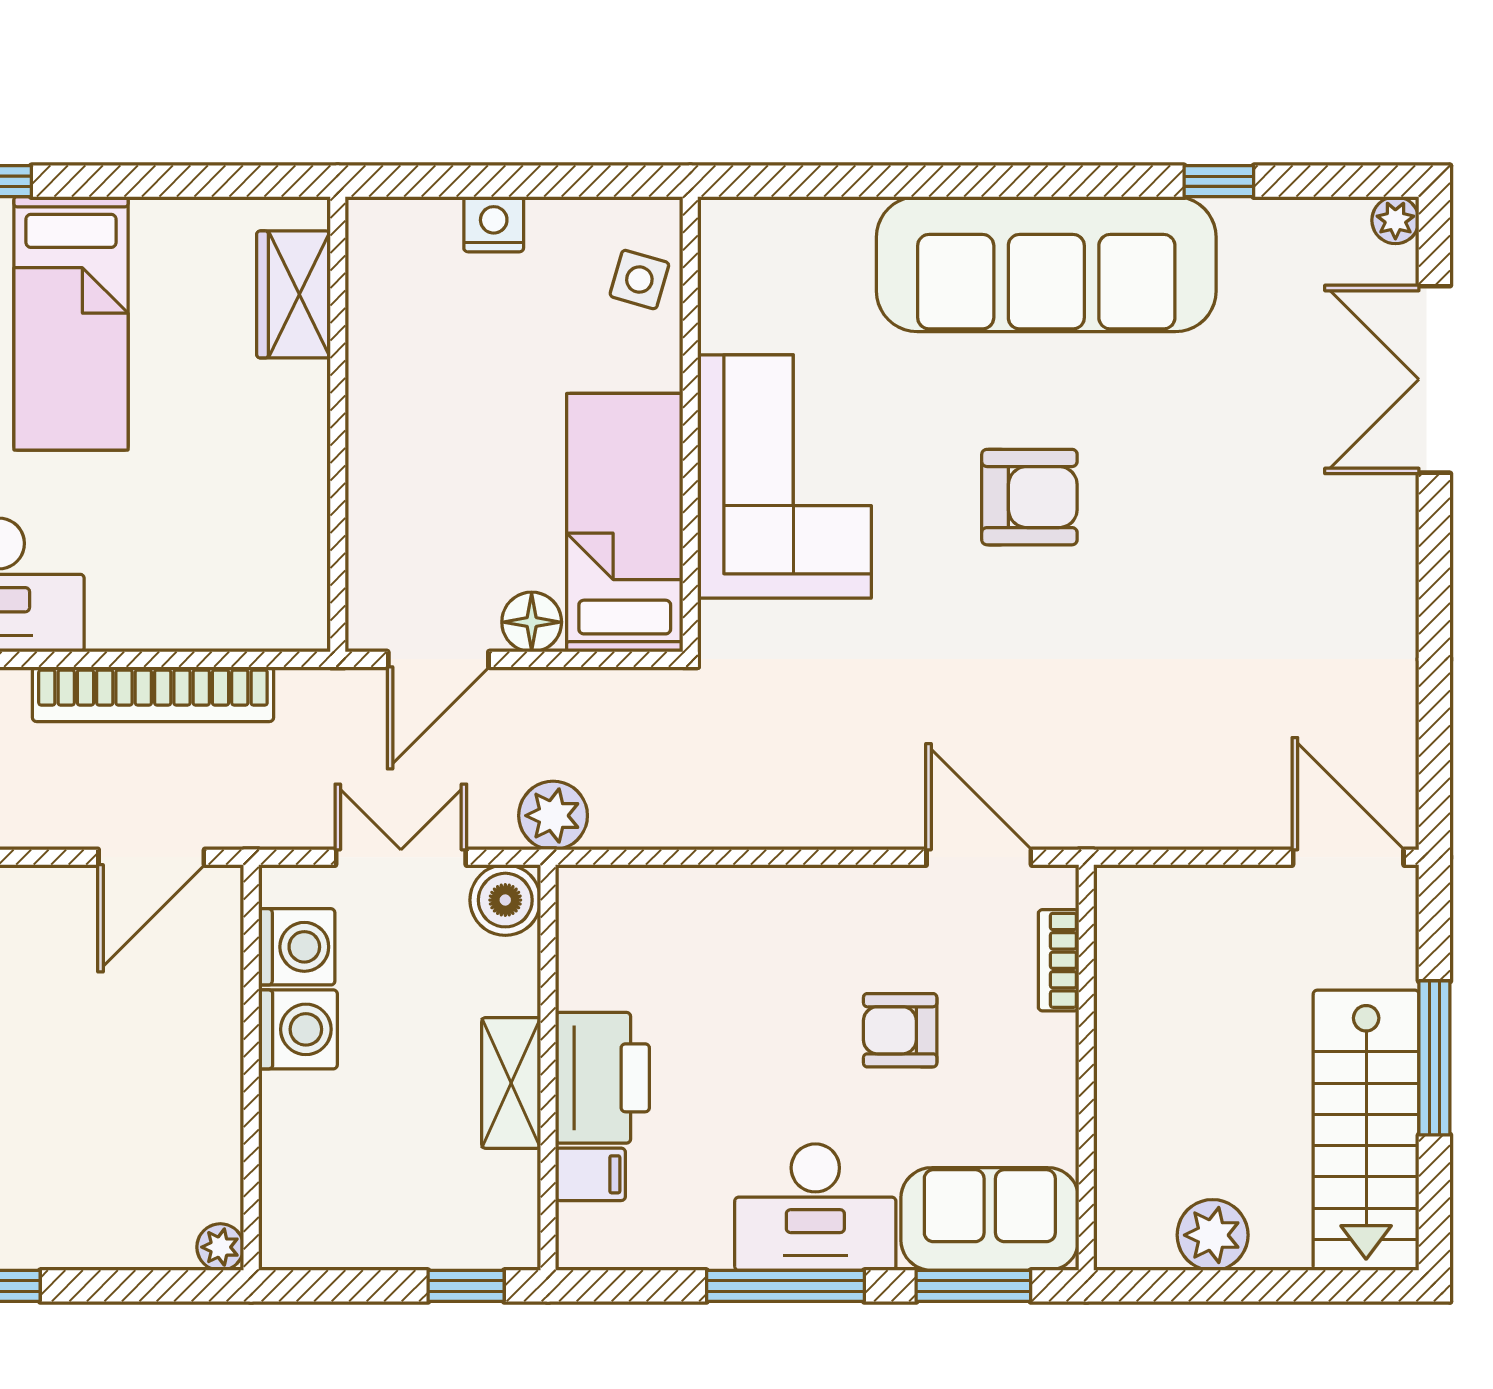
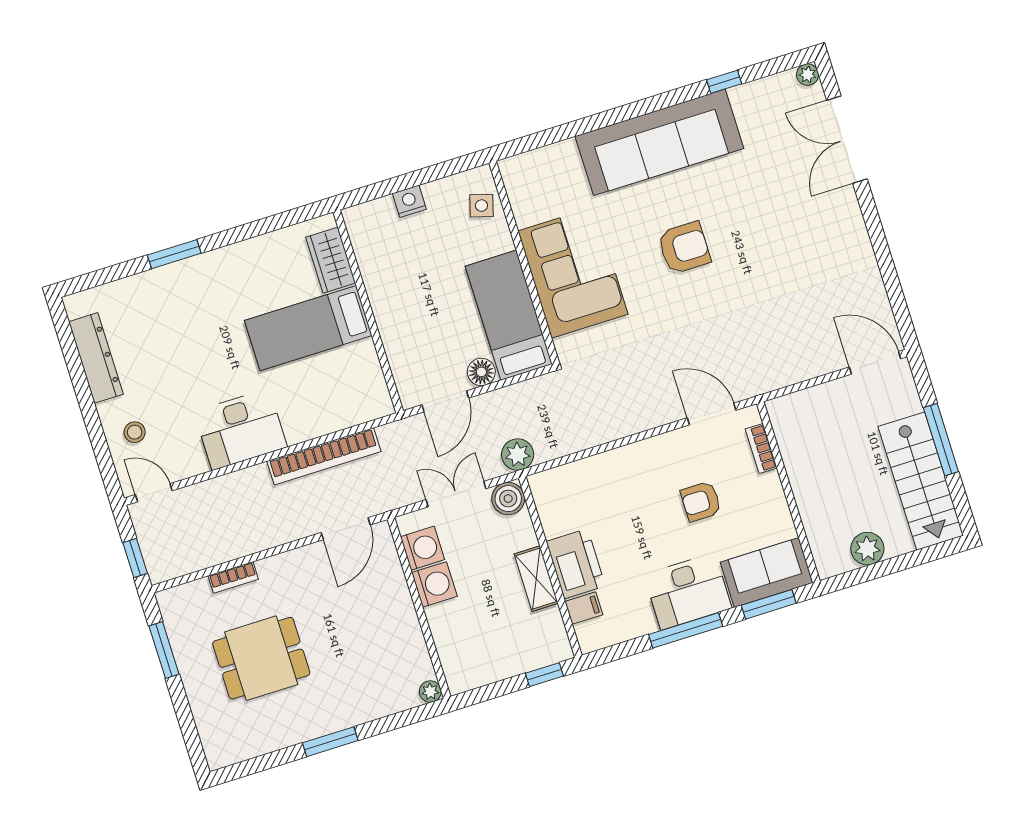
bed: (71, 323) -> (308, 328), moved, turned 90

